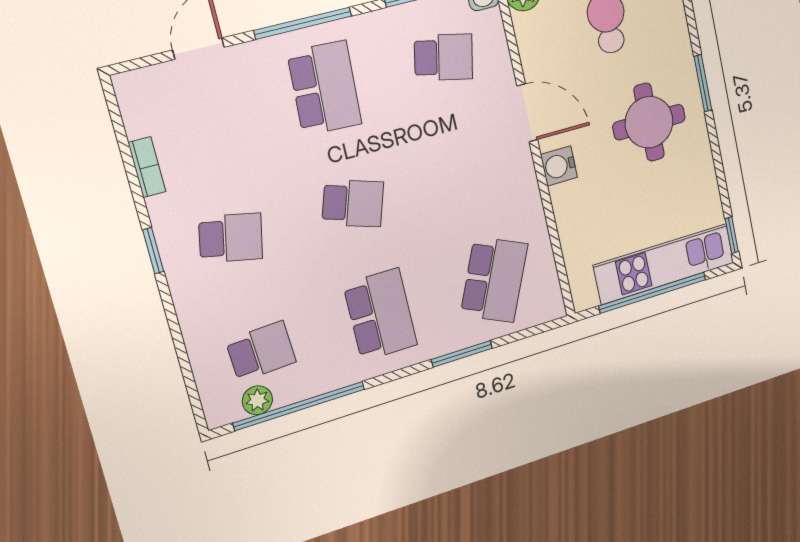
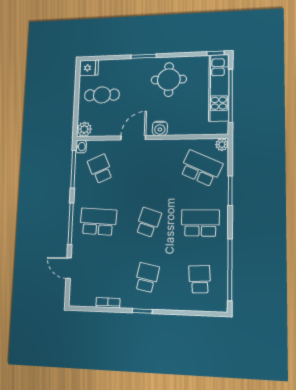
school desk: (444, 57) -> (100, 169), turned -36
round table: (649, 122) -> (169, 80), moved
plant: (257, 400) -> (222, 145), moved

